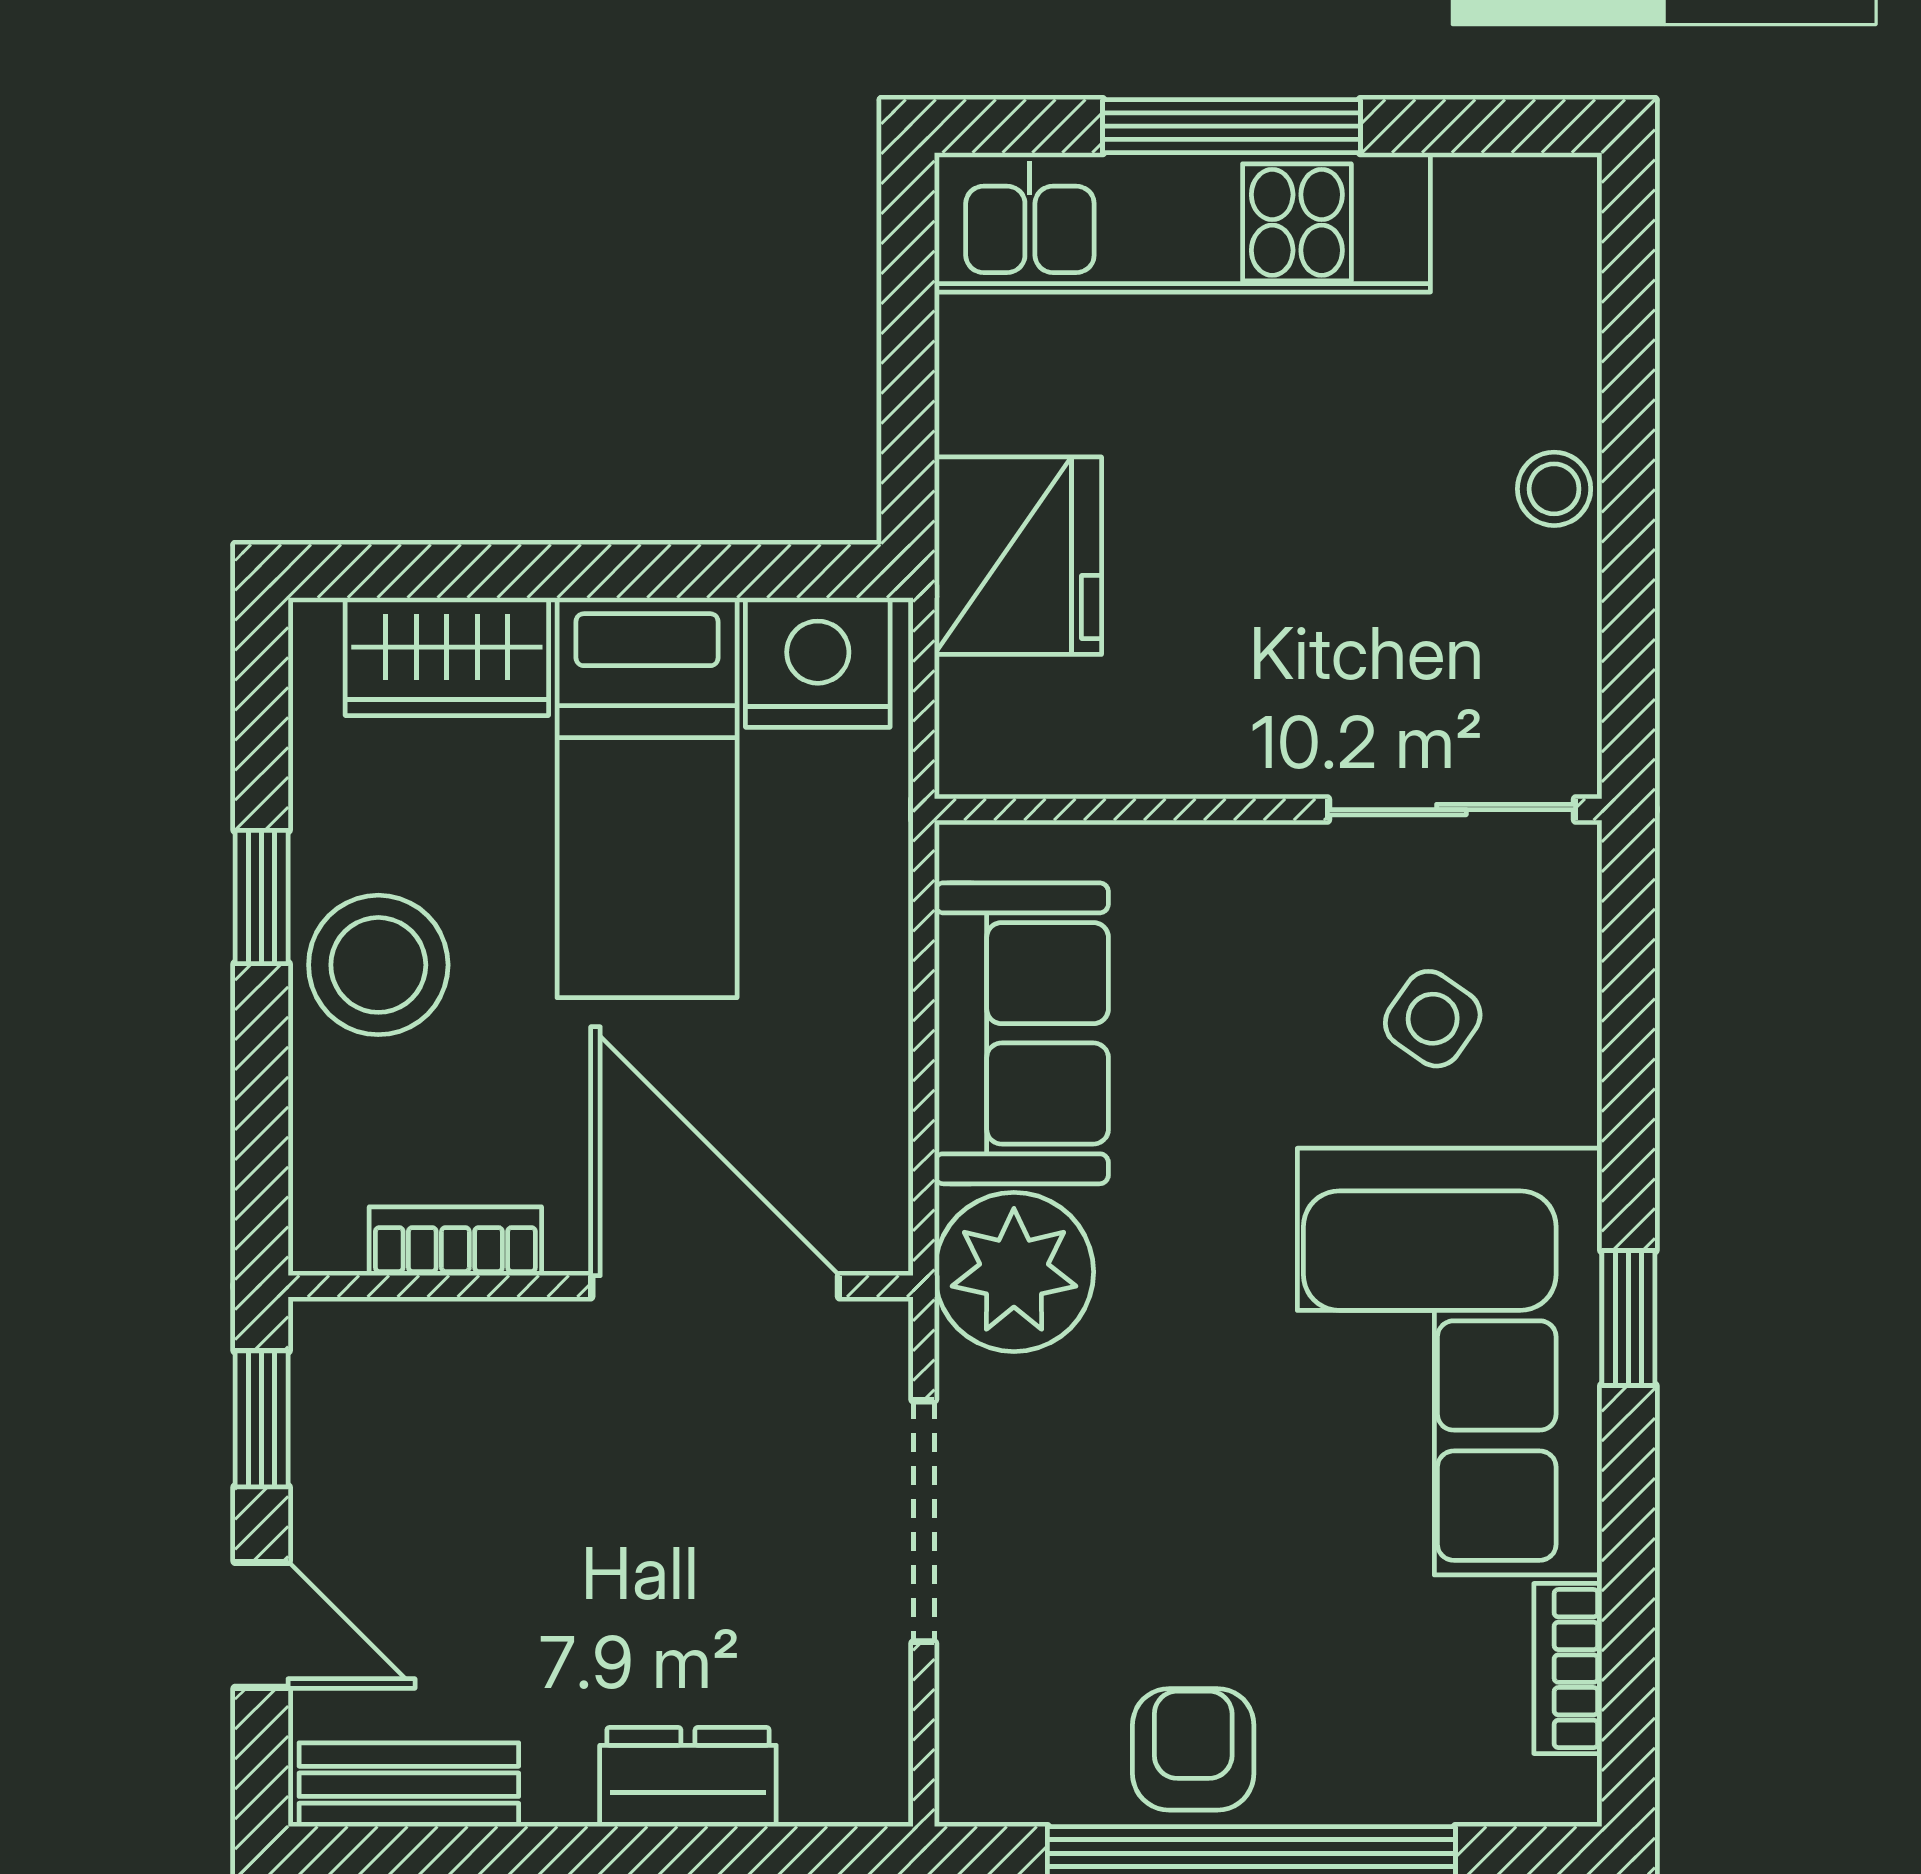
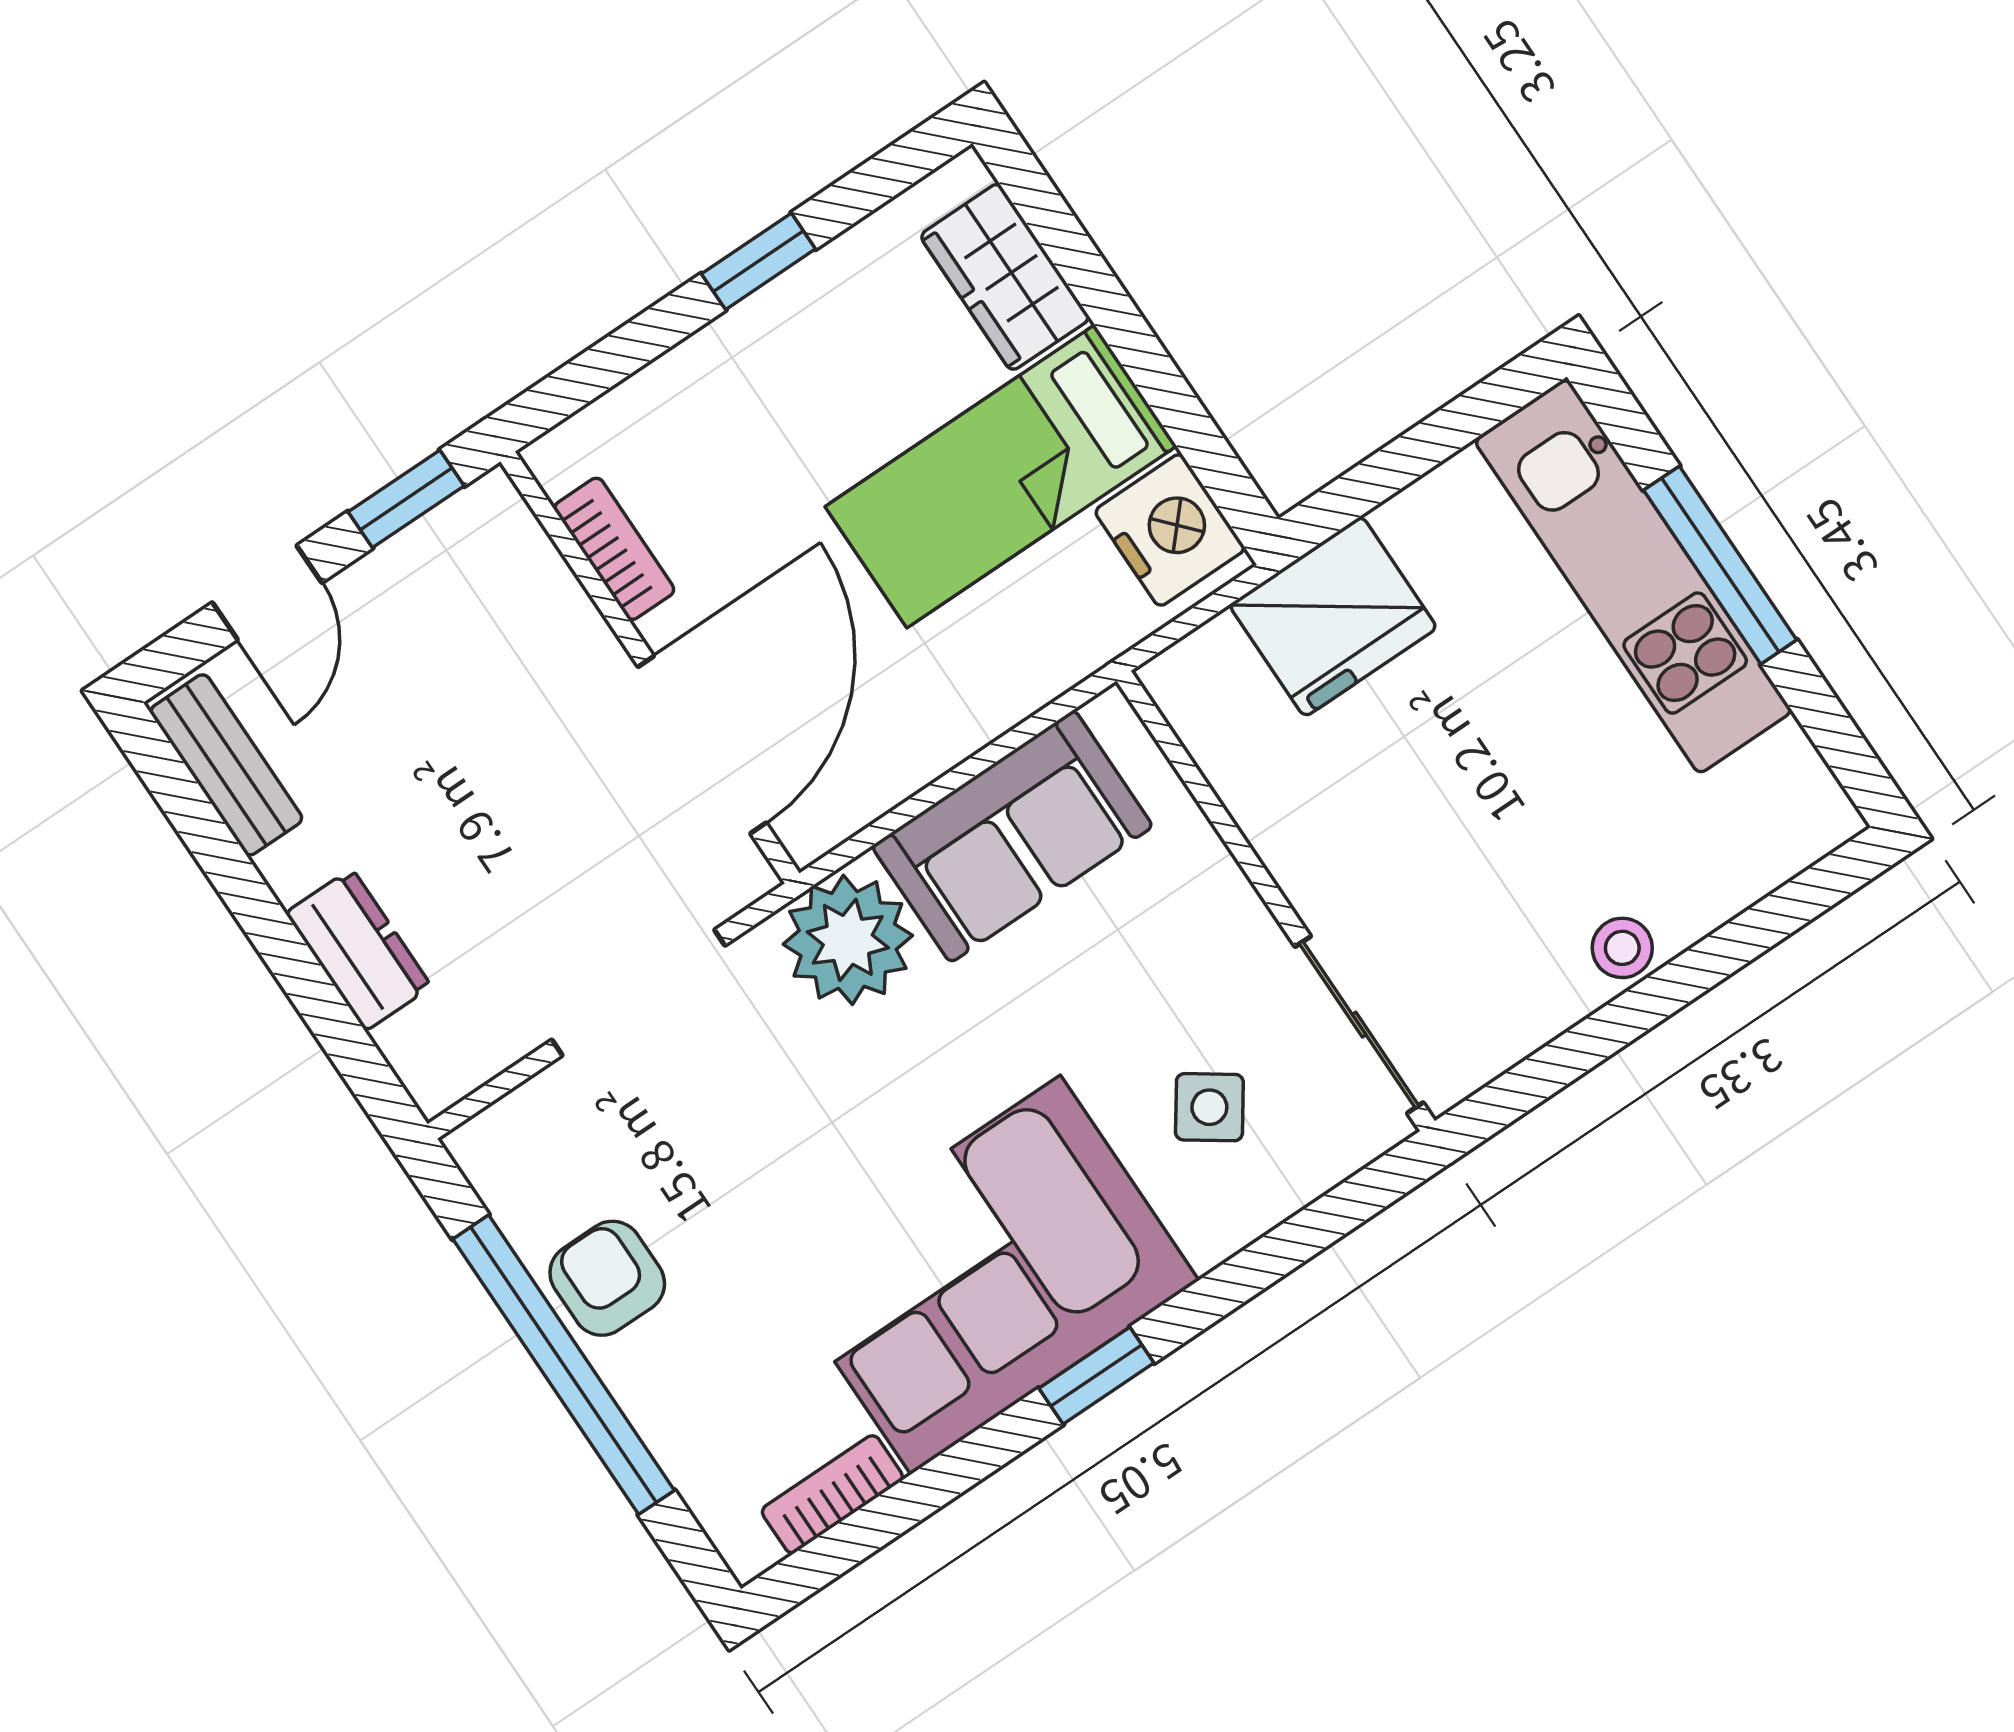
stool: (378, 965) -> (766, 371), removed
armchair: (1193, 1749) -> (607, 1278), turned -90

